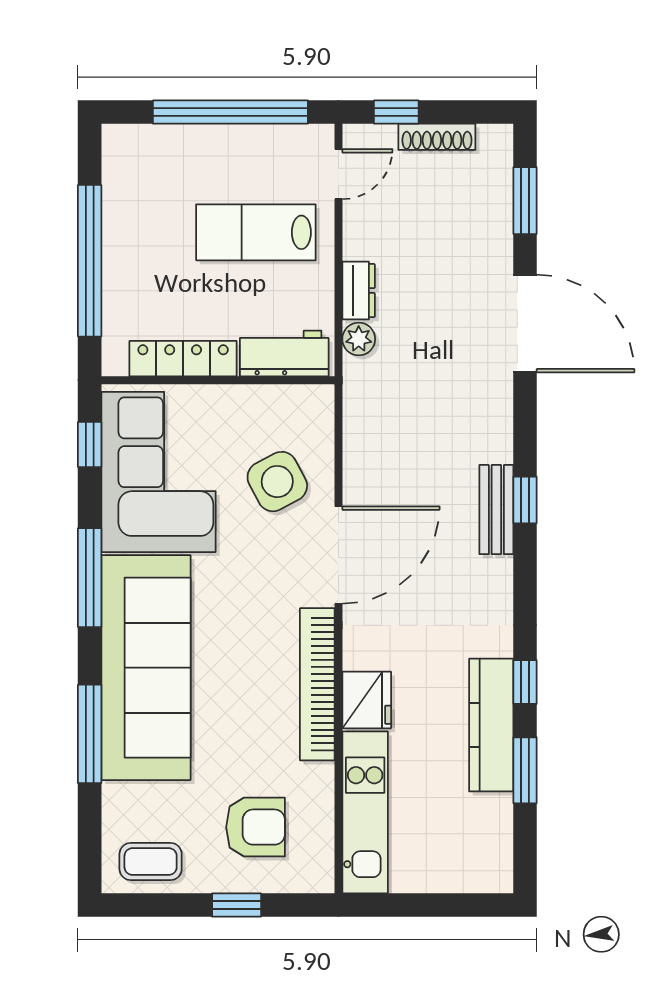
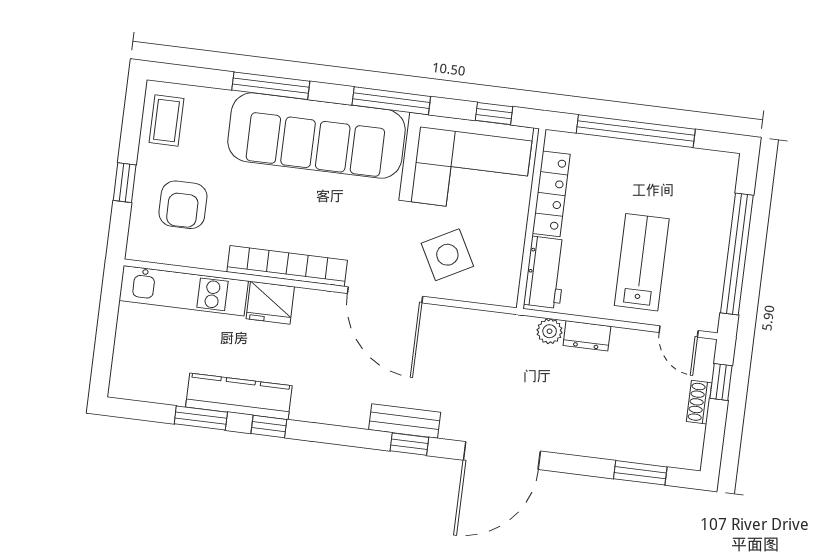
shoe rack: (437, 137) -> (699, 402), width x0.70
door: (525, 324) -> (502, 456), moved

